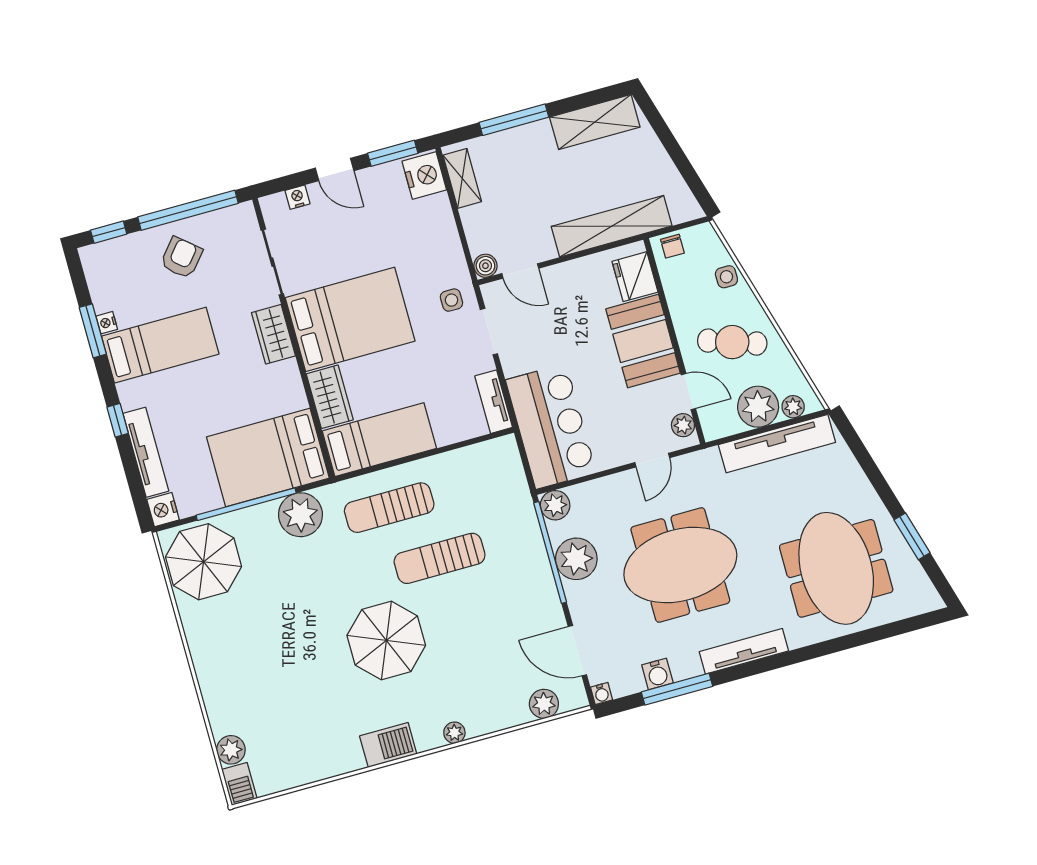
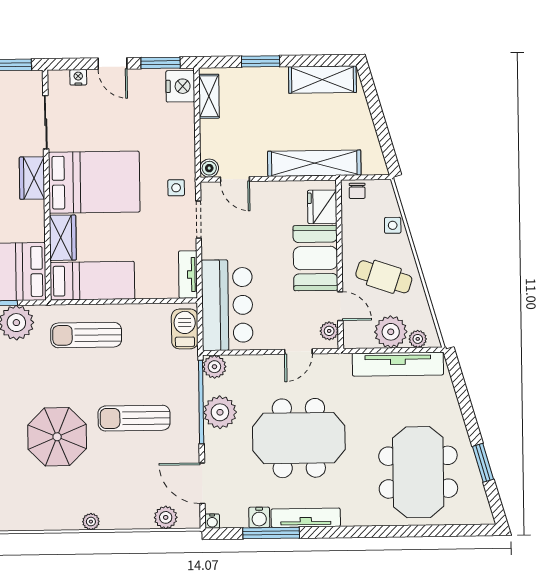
window: (514, 120) -> (261, 61), width x0.69
sun lounger: (440, 558) -> (134, 418), moved
tv unit: (744, 651) -> (306, 518), moved
barbecue: (388, 745) -> (185, 329), moved, turned -90

